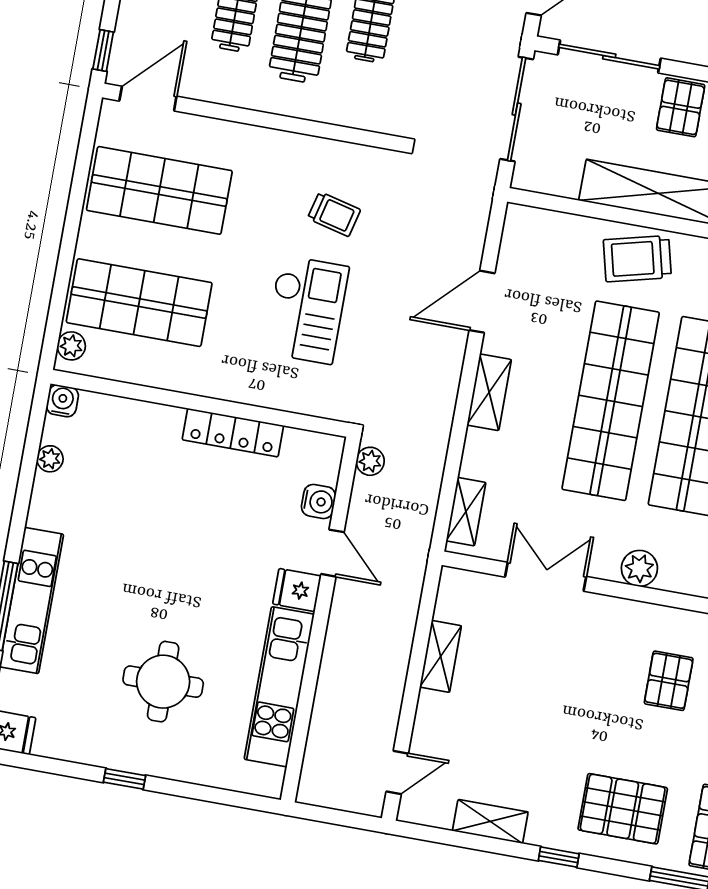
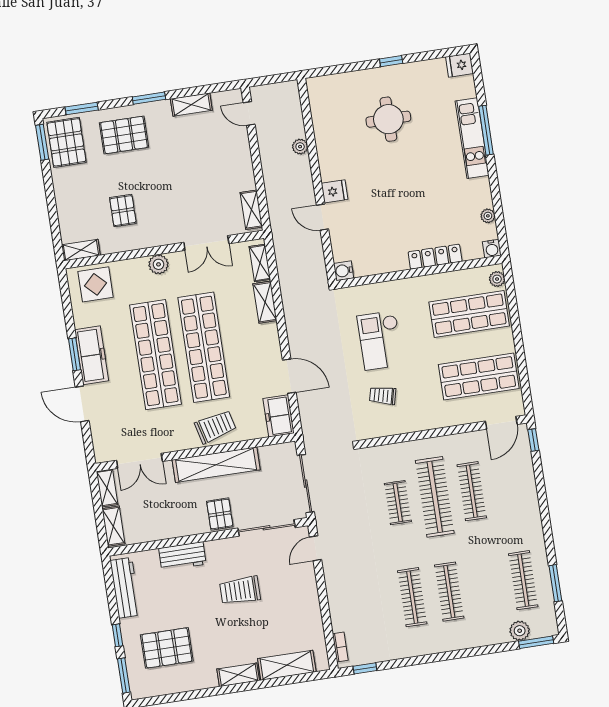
freezer: (523, 240) -> (279, 416), added
door: (482, 302) -> (289, 376), hinge flipped
shelving: (489, 392) -> (265, 302), moved
locker: (233, 433) -> (435, 257), moved
plant: (370, 461) -> (300, 147), moved
water cooler: (319, 501) -> (344, 271), moved
shelving: (441, 656) -> (251, 210), moved
kitchen unit: (279, 687) -> (326, 137), removed
door: (397, 772) -> (249, 114), hinge flipped
window: (559, 857) -> (149, 98), width x1.50

